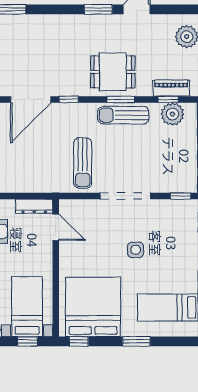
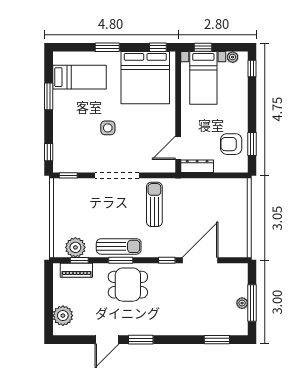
door: (56, 227) -> (178, 148), hinge flipped

